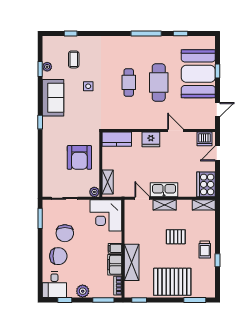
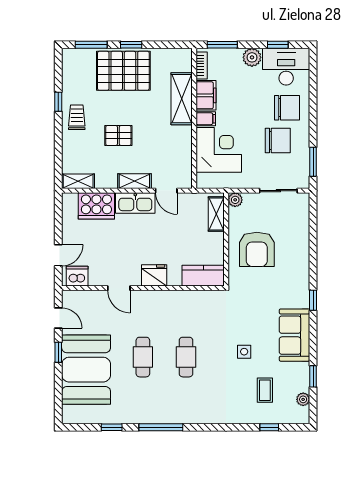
plant: (47, 67) -> (303, 399), moved
window: (218, 71) -> (58, 352), moved
cafe table: (159, 82) -> (143, 357), width x0.73, depth x0.74
door: (218, 110) -> (58, 318), swing flipped
armchair: (79, 157) -> (257, 249), turned 180
cooker: (206, 184) -> (96, 206), moved, turned 90
corner desk: (106, 215) -> (219, 150), moved
chair: (65, 233) -> (278, 141), turned 90
chair: (58, 256) -> (287, 108), turned 180
desk: (54, 285) -> (286, 67), width x1.37
window: (139, 300) -> (131, 45), moved

